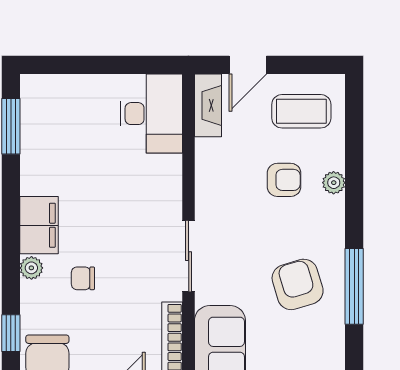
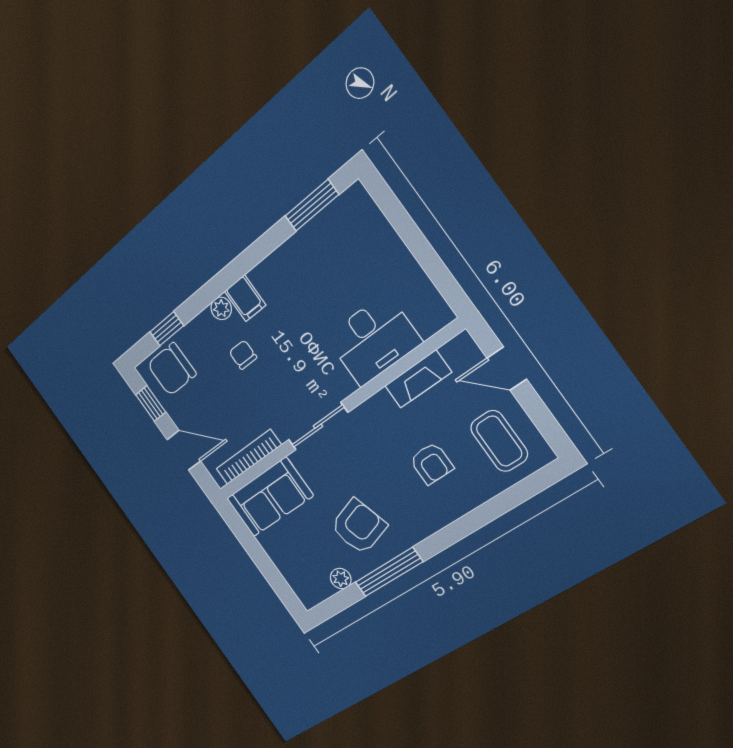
fireplace: (208, 105) -> (418, 379), moved
desk: (151, 114) -> (373, 340), moved
plant: (334, 183) -> (341, 579), moved
filing cabinet: (39, 225) -> (245, 298), width x0.50

